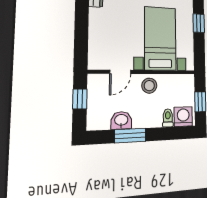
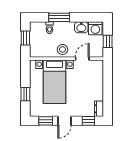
washing machine: (183, 117) -> (95, 28), moved
window: (130, 135) -> (59, 17), moved

